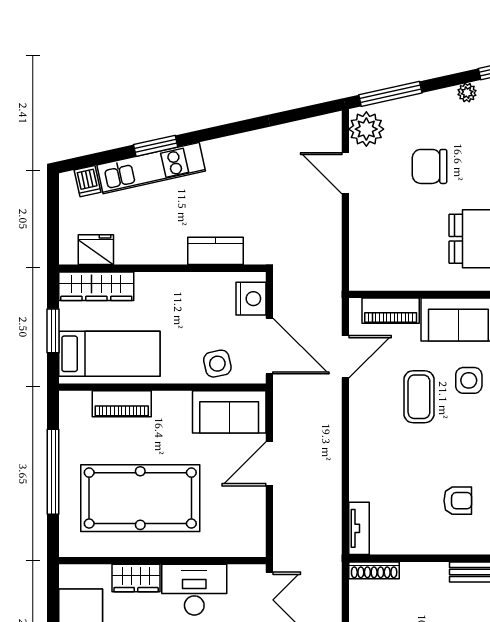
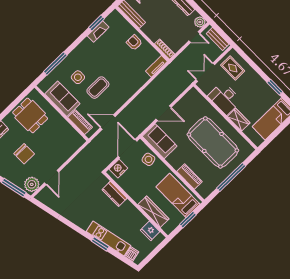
wardrobe: (96, 286) -> (153, 212), moved
armchair: (458, 501) -> (134, 43), moved

